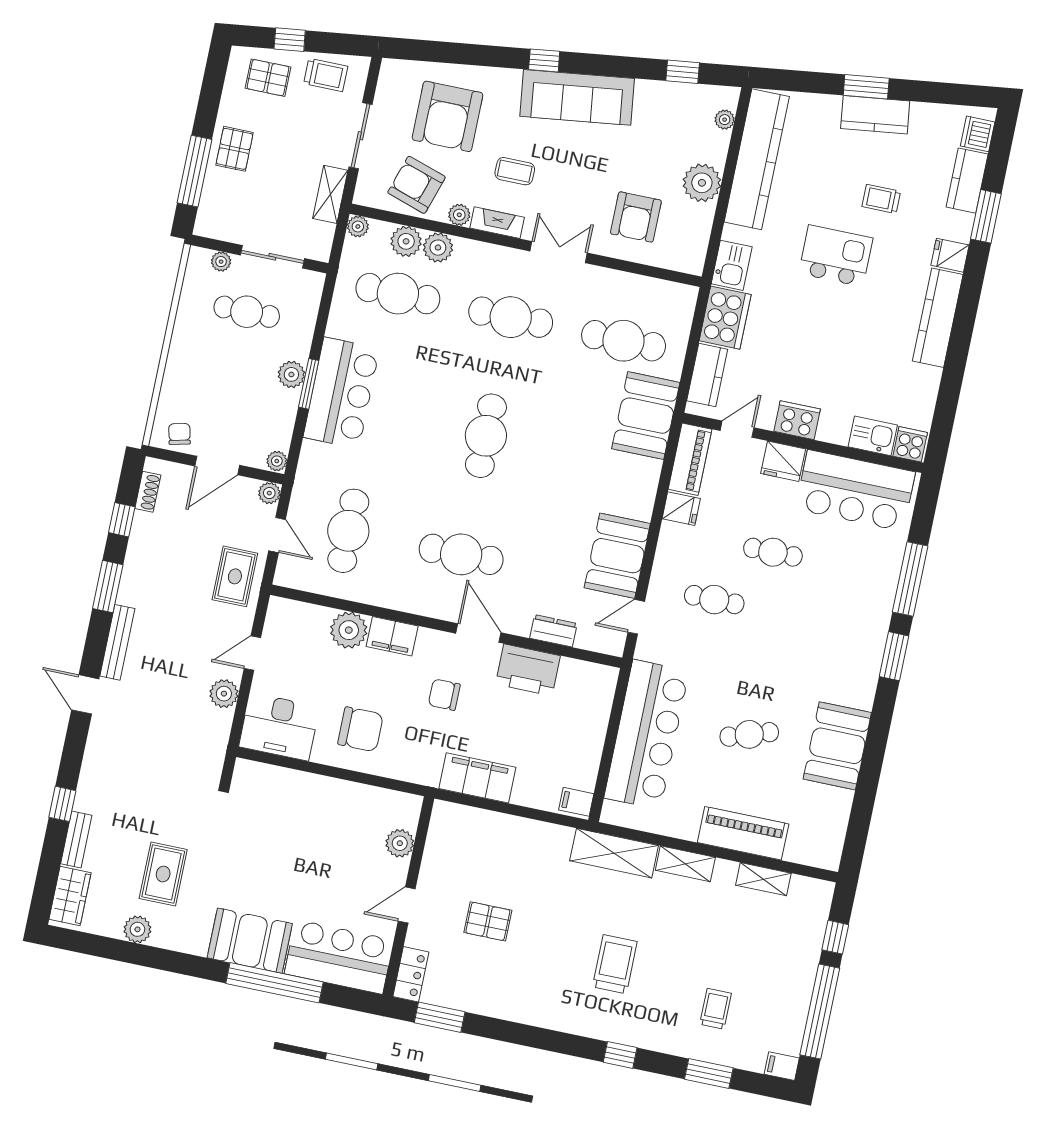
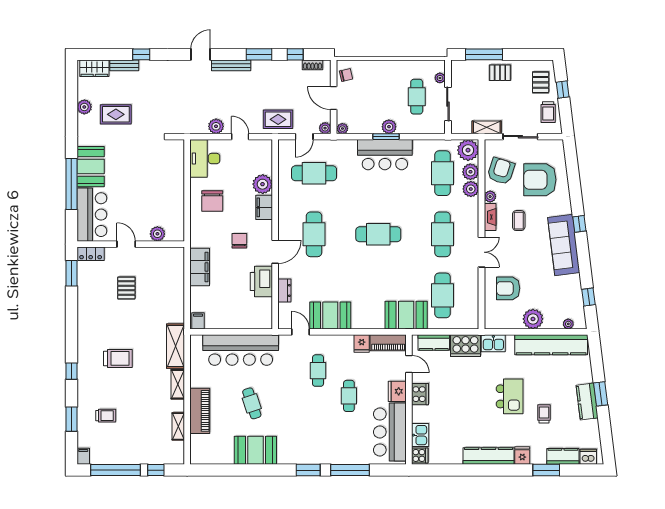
plant: (358, 226) -> (468, 150), width x1.87, depth x1.87

